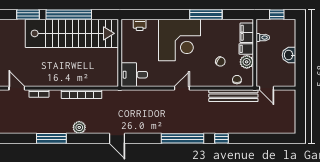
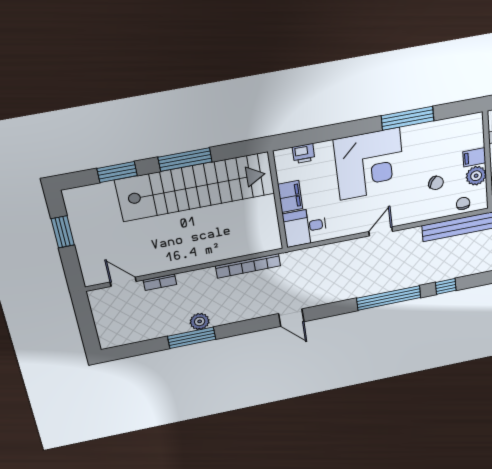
window: (69, 14) -> (185, 159), width x0.68
filing cabinet: (247, 33) -> (290, 197), moved, turned 180
bookcase: (82, 94) -> (248, 266), moved
plant: (79, 127) -> (200, 321), moved

